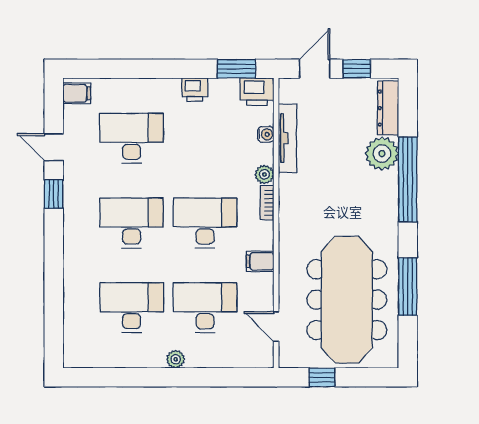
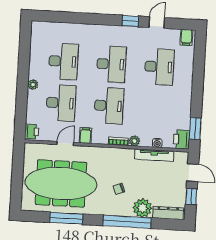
printer: (195, 90) -> (32, 132), moved, turned 180
chair: (351, 197) -> (119, 189), added
door: (276, 327) -> (65, 143), moved
window: (322, 377) -> (18, 167), removed

